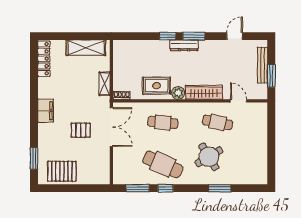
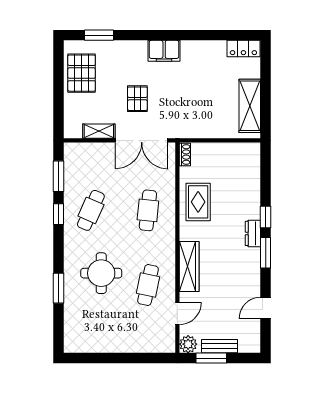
door: (235, 36) -> (266, 308), swing flipped
dresser: (184, 45) -> (253, 233), width x0.70
locker: (44, 59) -> (243, 48), width x0.66
bench: (262, 65) -> (219, 346), width x0.73
shelving: (105, 84) -> (99, 131), moved
plant: (178, 93) -> (188, 344), moved
round table: (209, 157) -> (101, 273), turned 31
cafe table: (163, 164) -> (91, 210), width x0.73, depth x0.74

